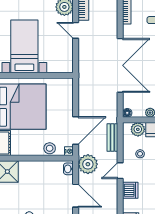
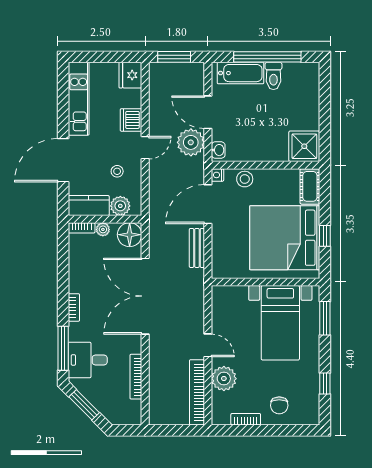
floor lamp: (127, 113) -> (130, 235), width x1.89, depth x1.89
bench: (112, 137) -> (197, 248), moved
plant: (88, 164) -> (191, 142), moved

